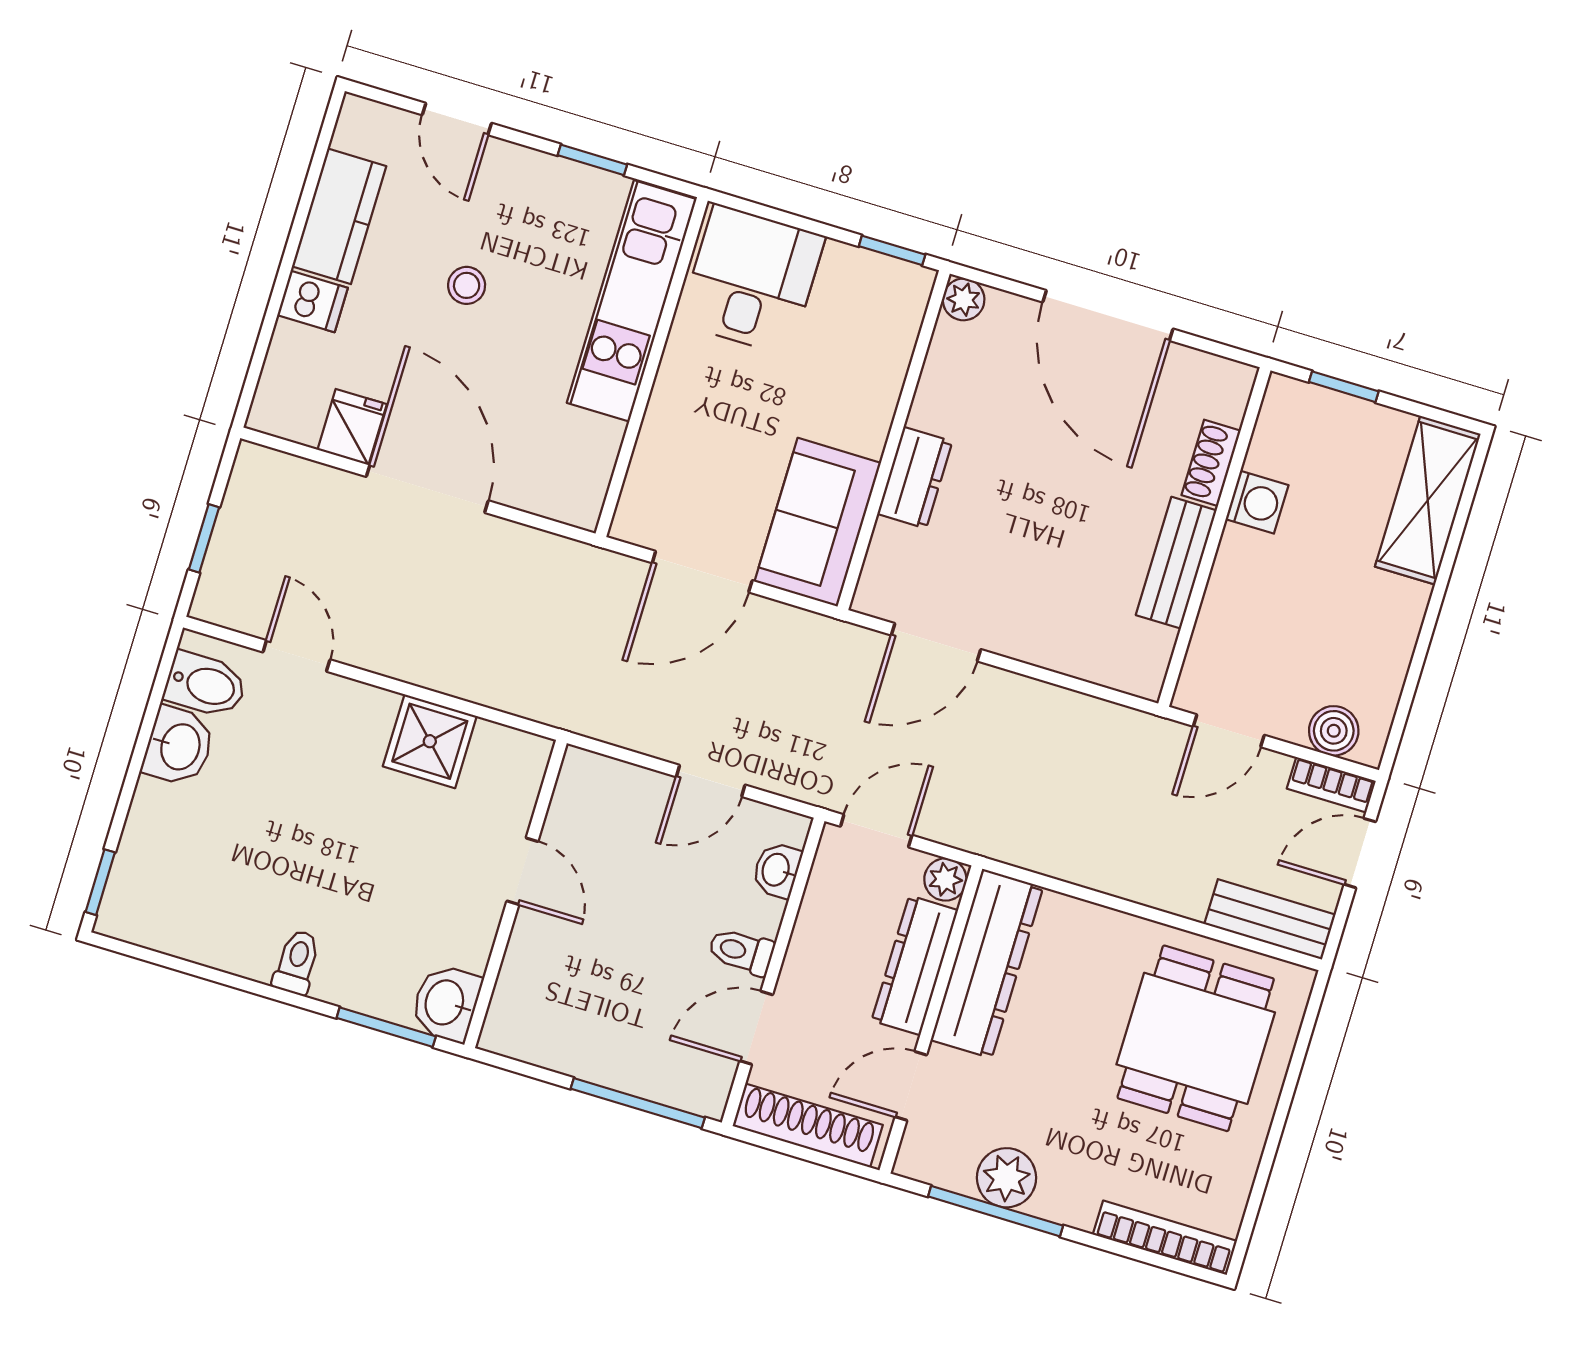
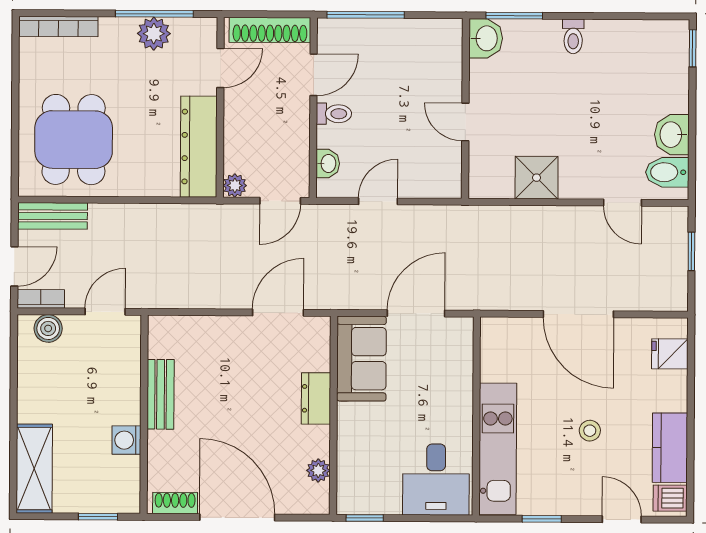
plant: (964, 299) -> (318, 471), moved
dishwasher: (313, 301) -> (670, 498), moved
fridge: (352, 427) -> (670, 354), moved, turned 90
shoe rack: (1211, 463) -> (175, 503), moved, turned -90
dresser: (915, 965) -> (238, 134), removed

